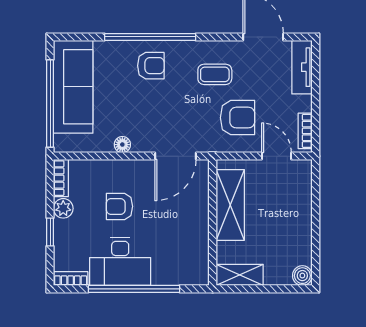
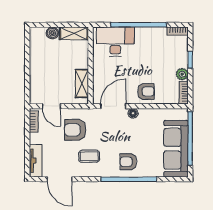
floor lamp: (122, 145) -> (133, 113), moved
shelving: (230, 205) -> (82, 84), width x0.67, depth x0.75
armchair: (119, 206) -> (146, 91), moved
desk: (120, 261) -> (115, 42), moved
boiler: (302, 276) -> (52, 33), moved

